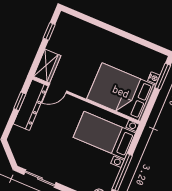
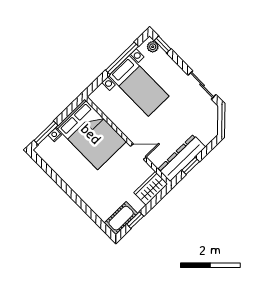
cot: (63, 28) -> (121, 218), added
door: (58, 88) -> (138, 152), moved
bed with nightstands: (104, 135) -> (139, 86), moved

